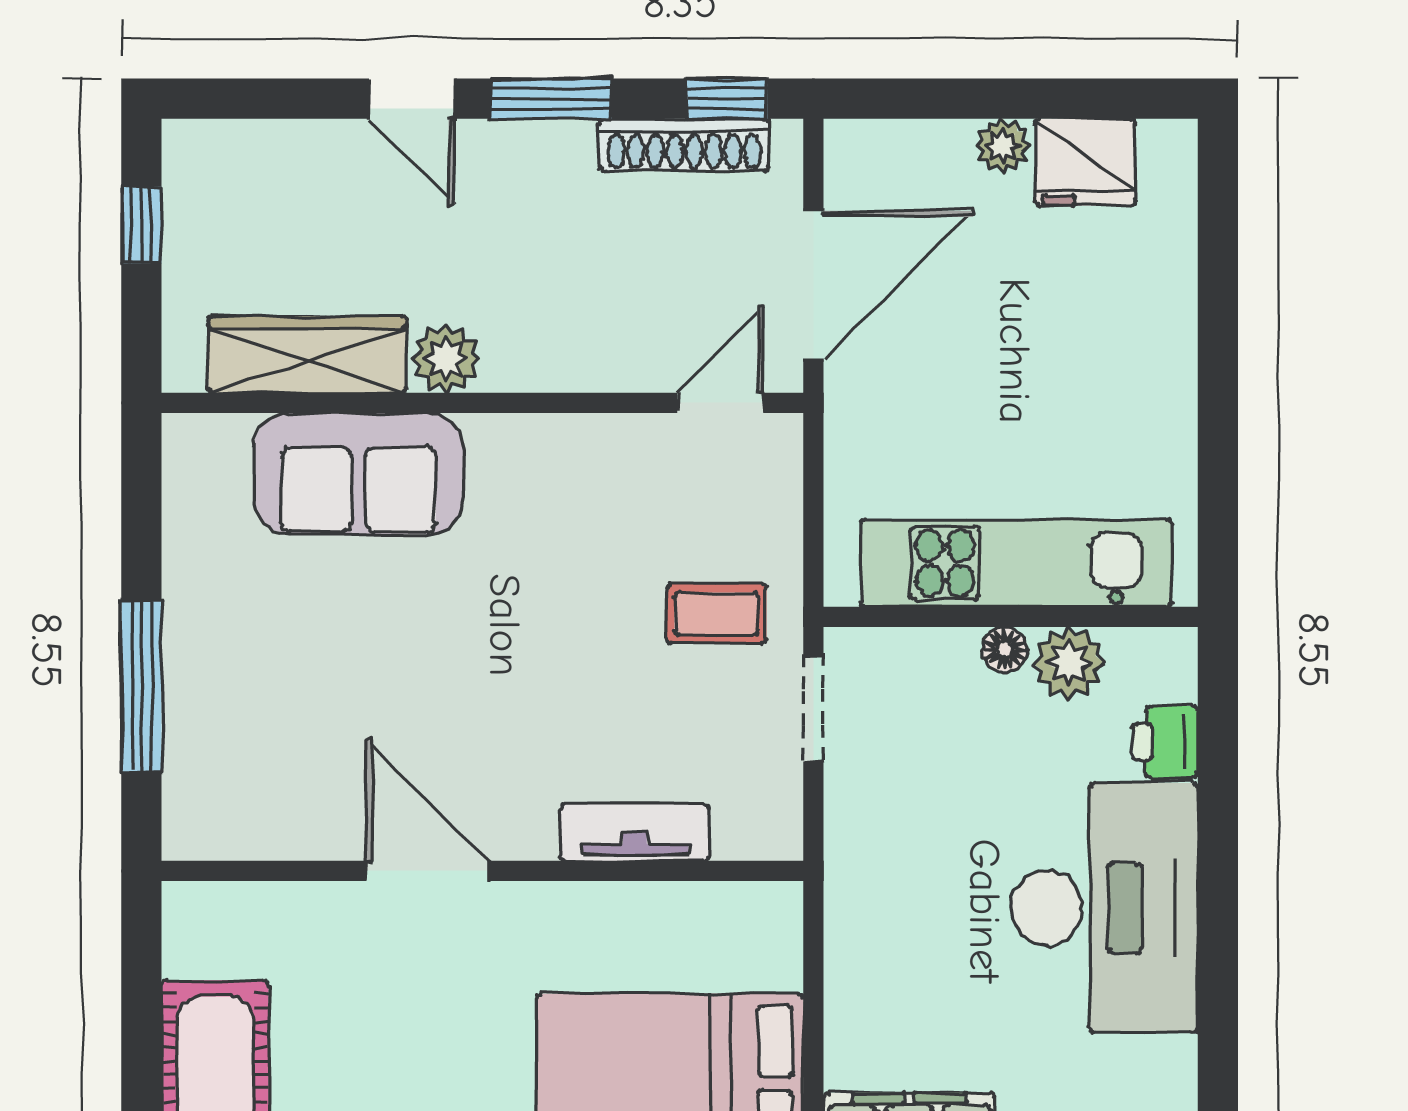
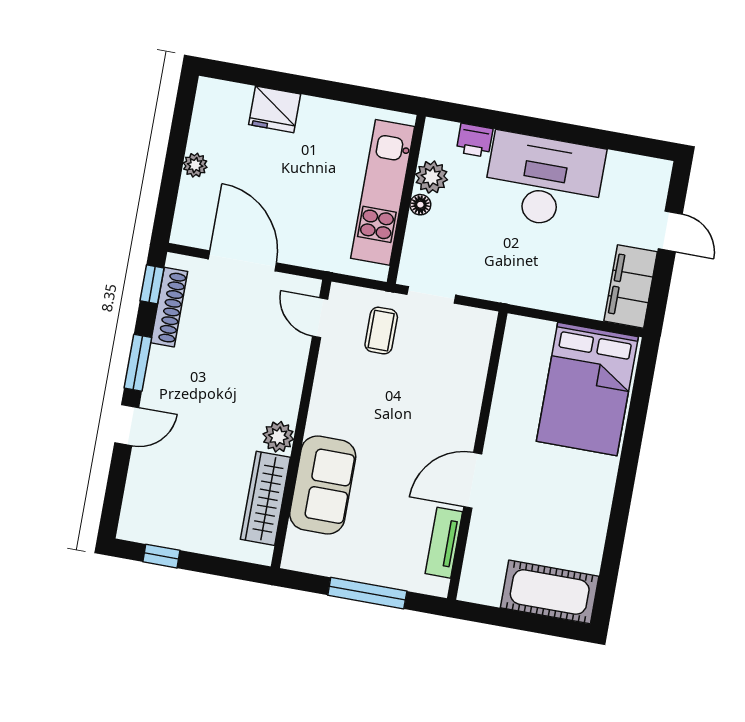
fridge: (1085, 162) -> (275, 109), moved, turned 90
wardrobe: (307, 355) -> (265, 498), moved
plant: (446, 359) -> (278, 437), moved
wall: (482, 403) -> (301, 424), moved
door: (720, 403) -> (320, 318), moved
sofa: (358, 474) -> (323, 485), moved
tv unit: (635, 832) -> (444, 543), moved

